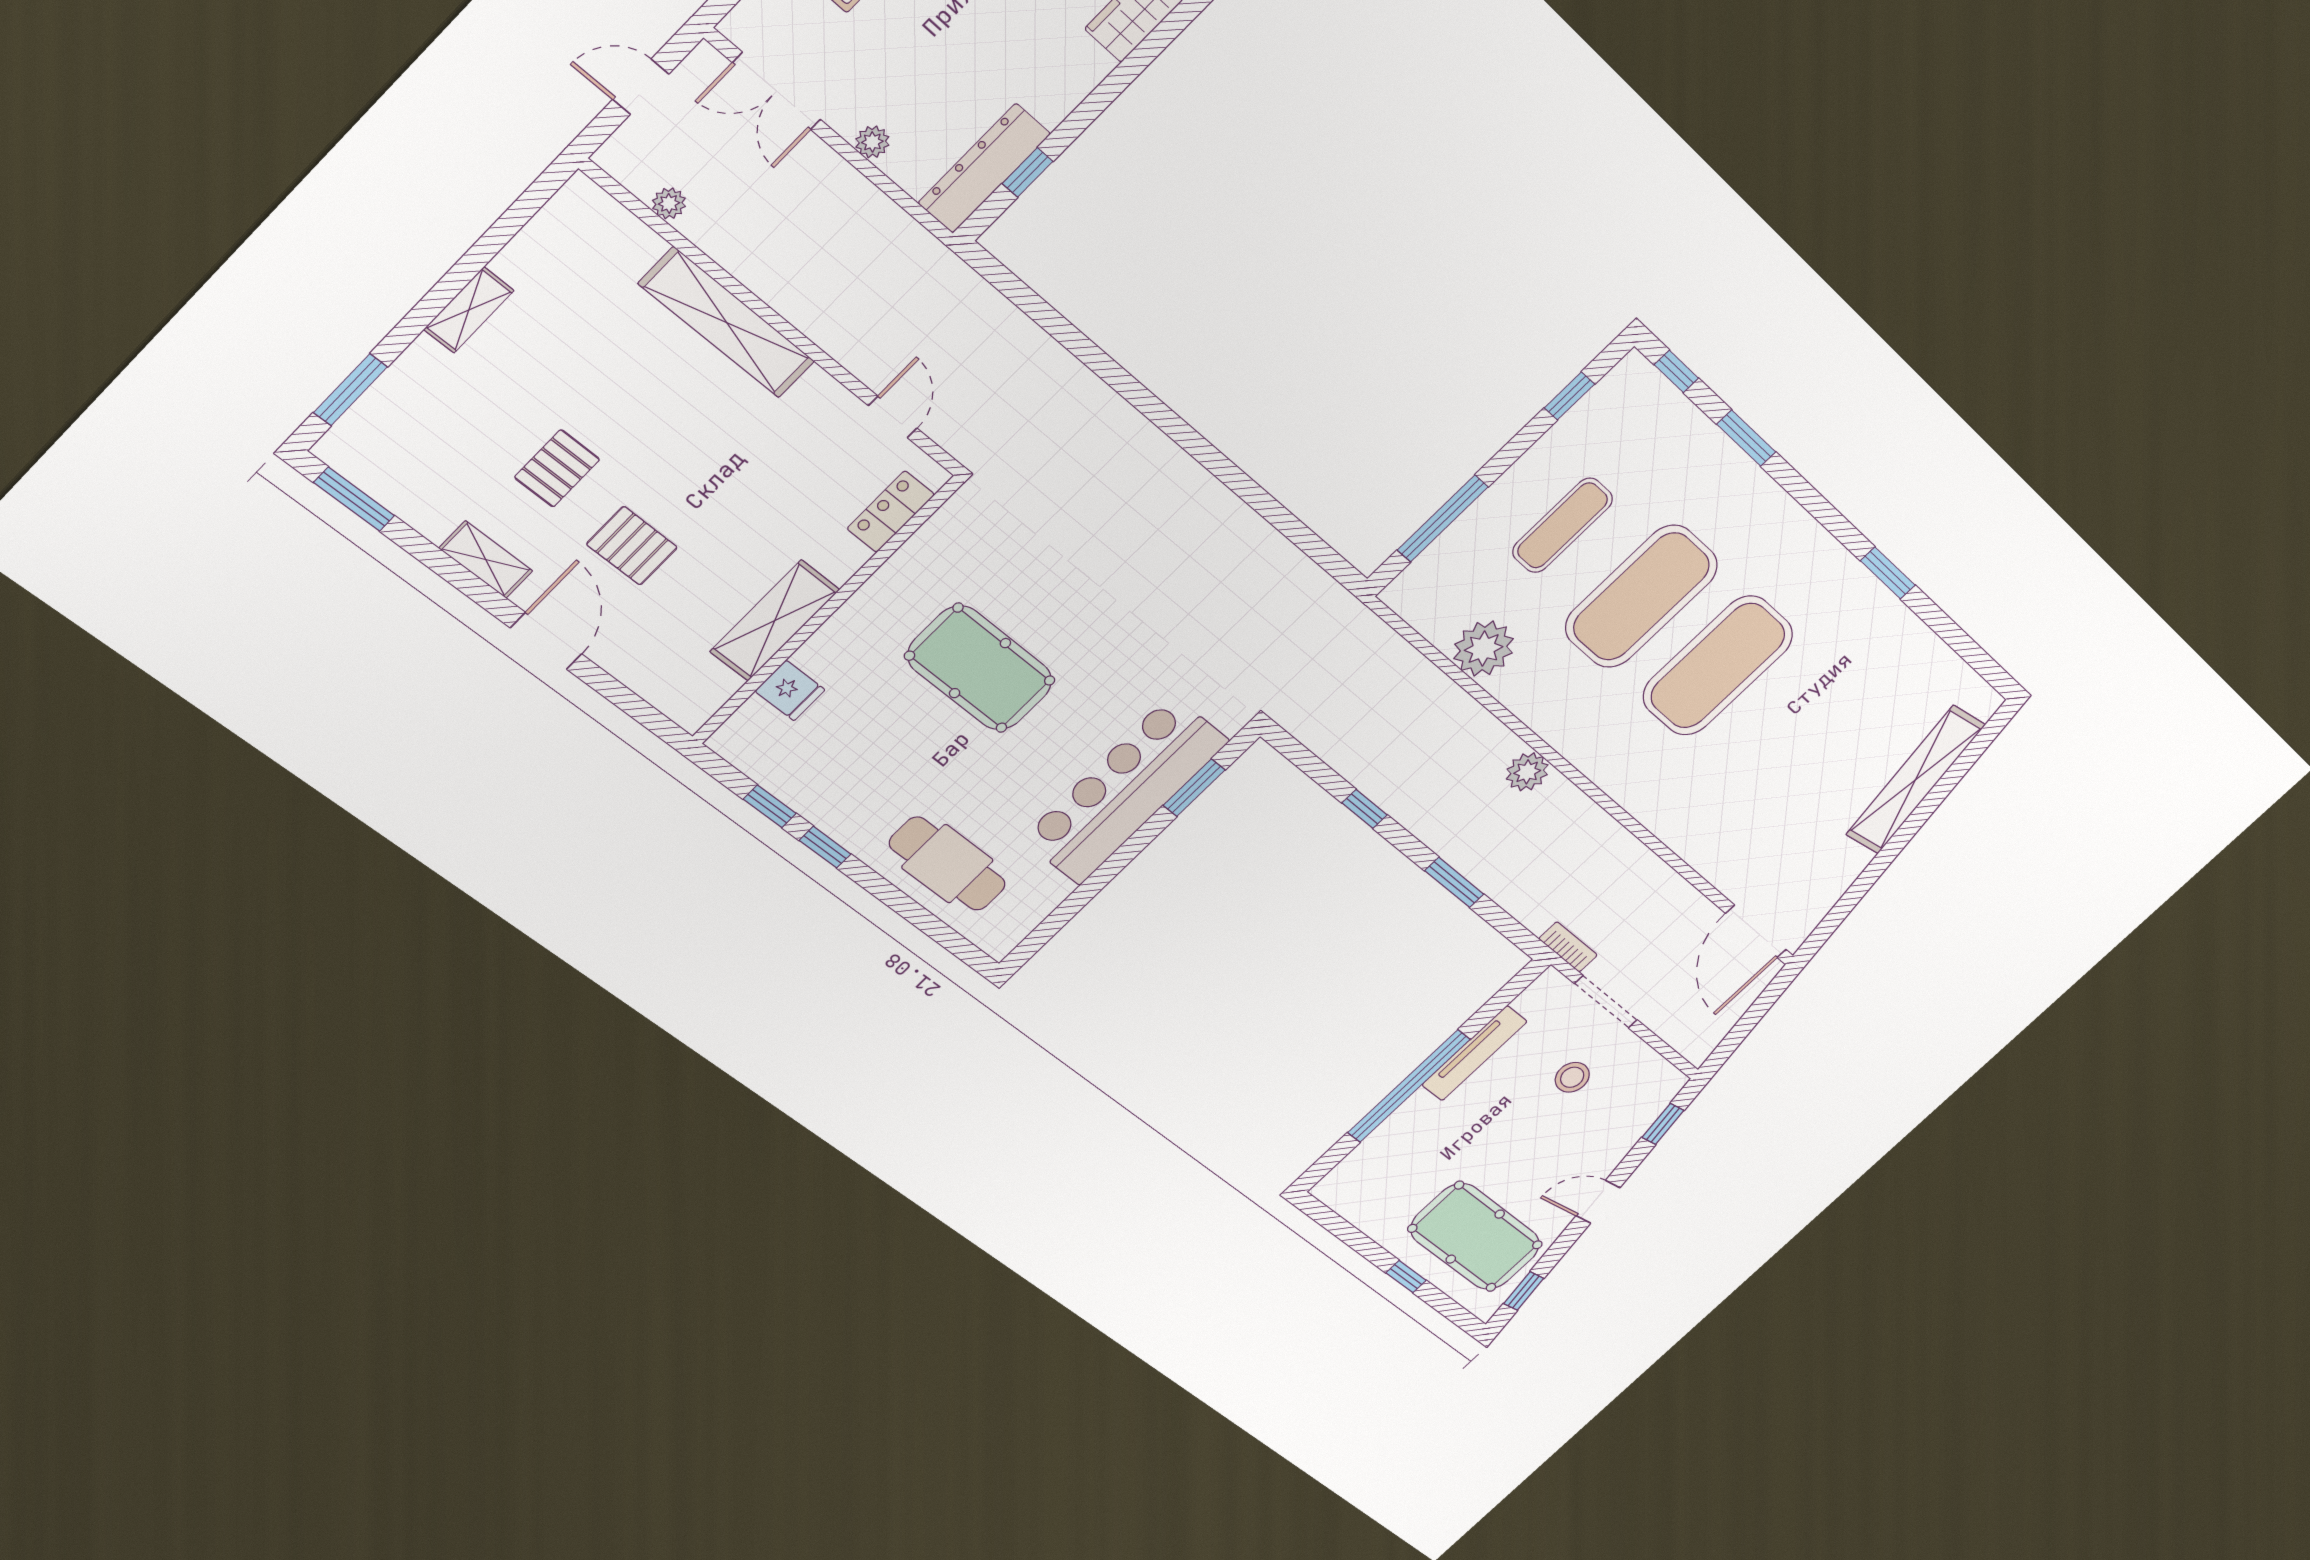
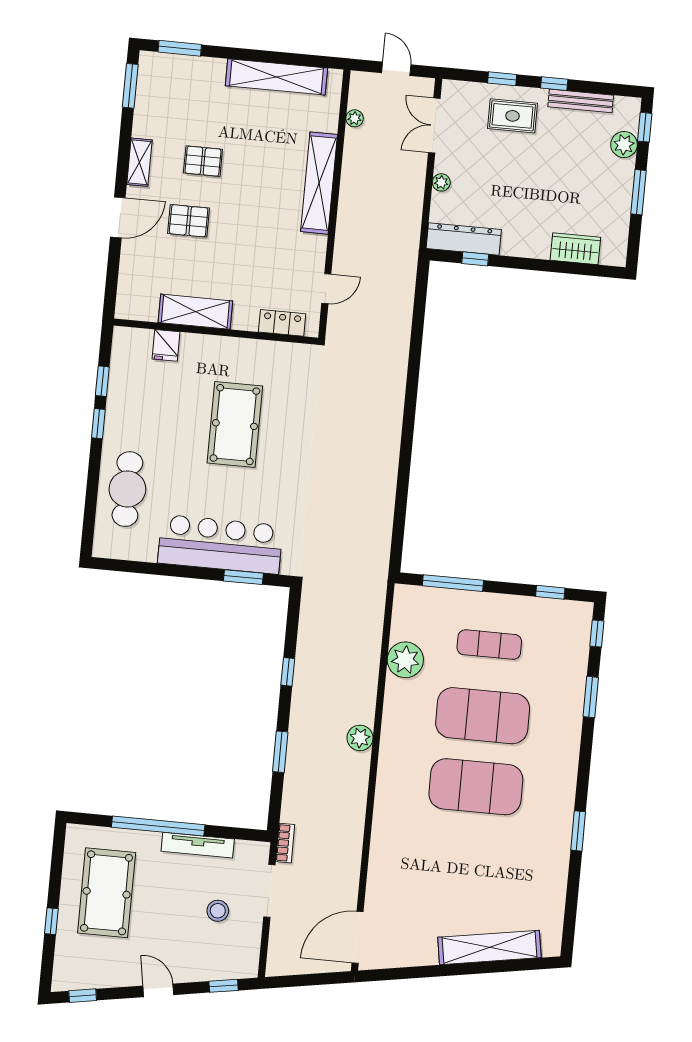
shelving: (469, 310) -> (276, 77), width x2.20, depth x1.33
pallet: (632, 546) -> (189, 221), turned 90
pool table: (1475, 1237) -> (107, 893), moved

